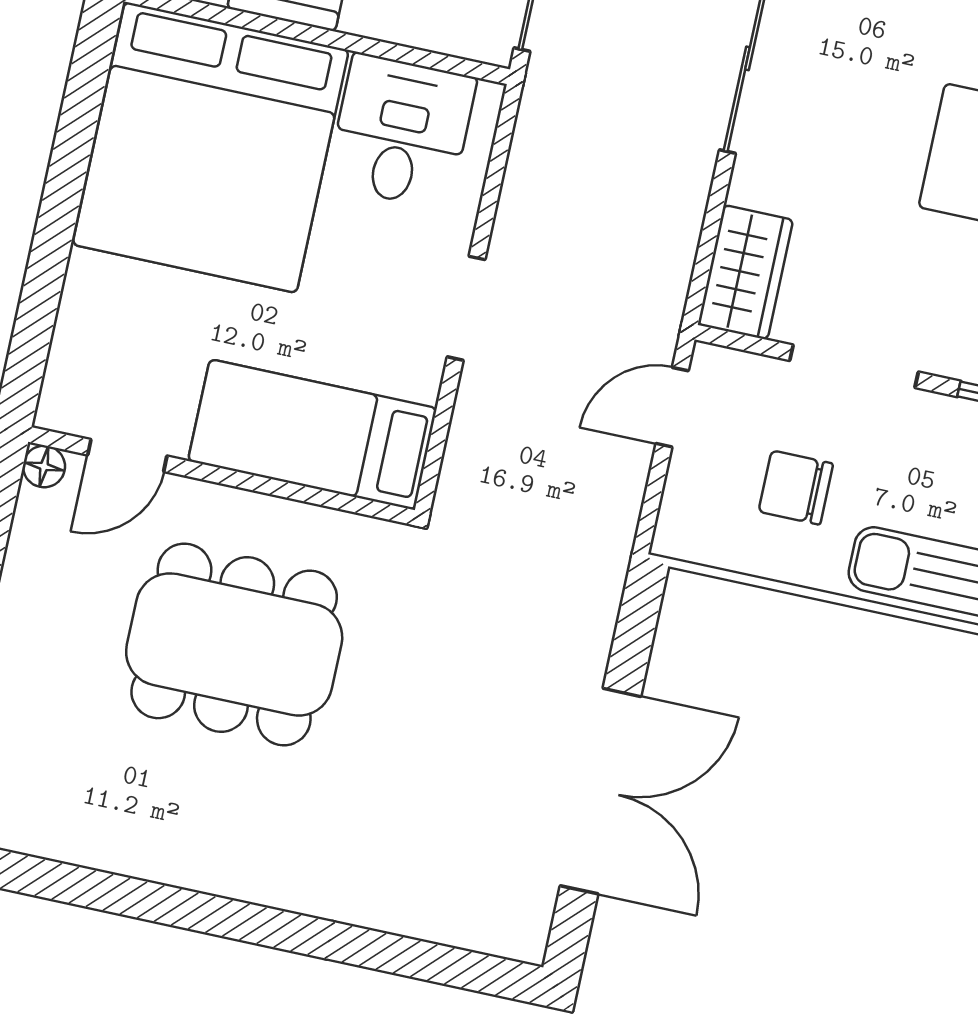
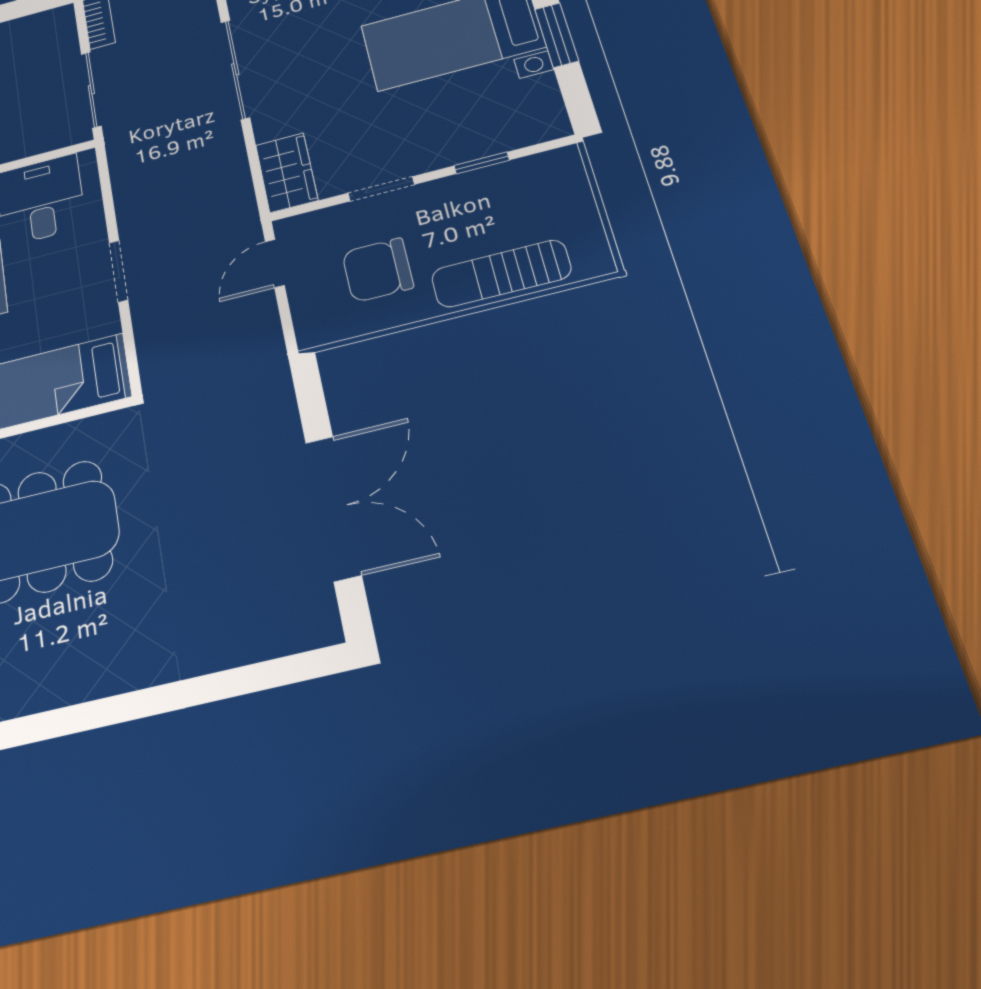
doorway: (854, 366) -> (381, 189), width x0.73
chair: (796, 488) -> (378, 270), width x1.37, depth x1.37

